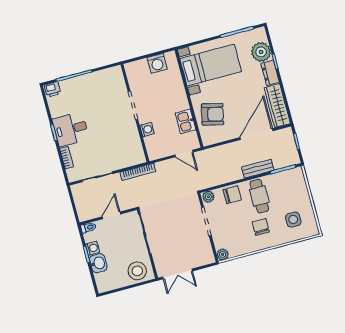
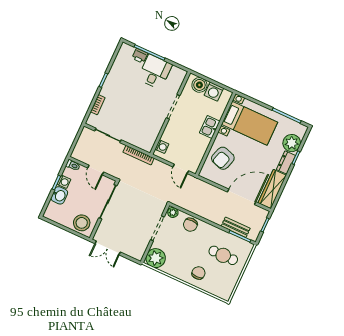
boiler: (140, 68) -> (199, 85), added
printer: (53, 89) -> (140, 56), moved
armchair: (213, 114) -> (223, 158), turned 95
kitchen sink: (186, 121) -> (210, 127), moved
desk: (71, 129) -> (155, 72), moved, turned 90
washing machine: (147, 129) -> (162, 147), moved
bench: (258, 169) -> (236, 227), moved
chair: (232, 195) -> (190, 225), turned 90
cafe table: (259, 196) -> (223, 255), moved, turned 90
door: (111, 215) -> (96, 170), swing flipped
side table: (293, 220) -> (218, 277), removed
chair: (261, 227) -> (198, 273), moved
plant: (223, 254) -> (156, 258), width x1.88, depth x1.88

